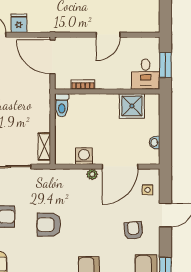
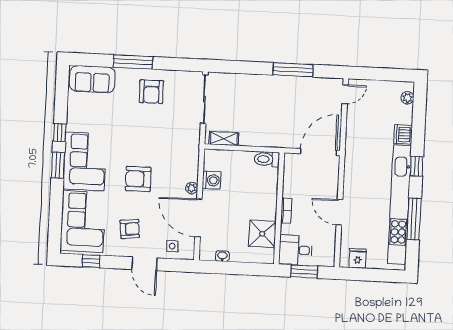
fridge: (19, 23) -> (358, 258), moved, turned -90
bookcase: (83, 85) -> (286, 211), moved
armchair: (49, 225) -> (138, 179), moved, turned -90

